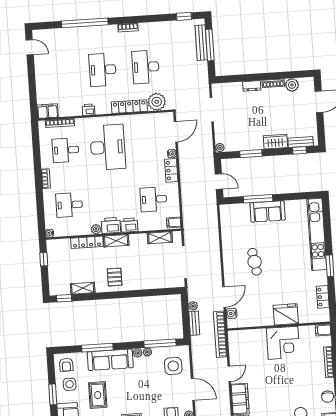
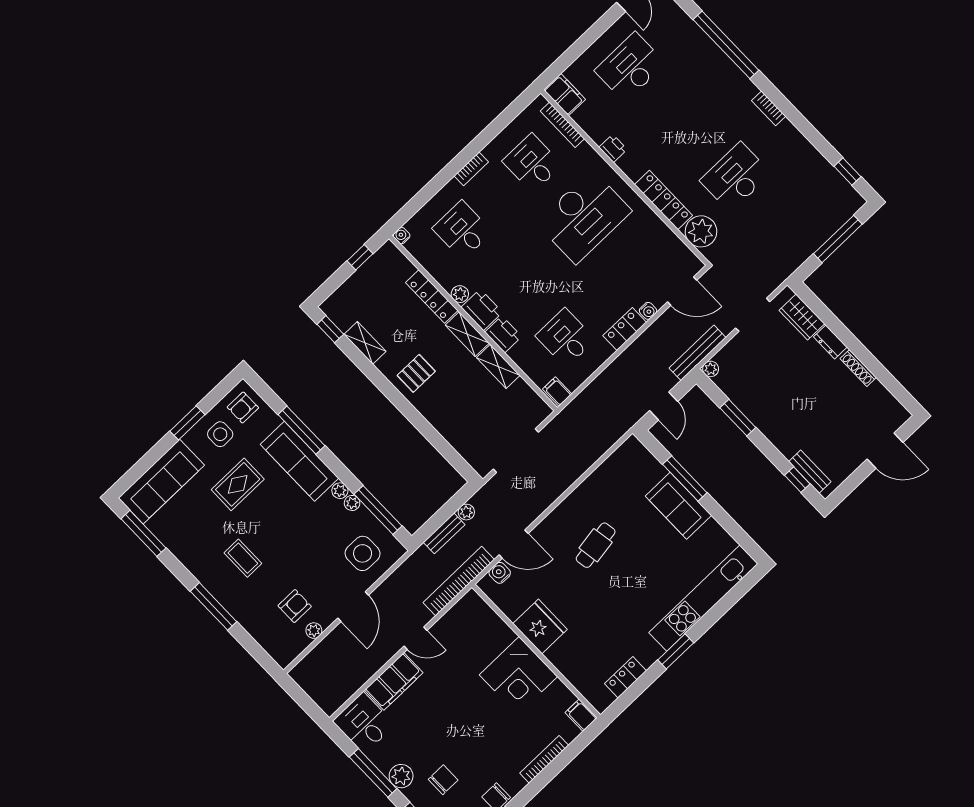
bench: (201, 43) -> (697, 353), moved
desk: (103, 70) -> (630, 67), moved
plant: (292, 85) -> (877, 395), removed
wardrobe: (275, 142) -> (802, 317), moved, turned 180
shelving: (160, 238) -> (498, 366), moved
fridge: (286, 314) -> (540, 626), moved

